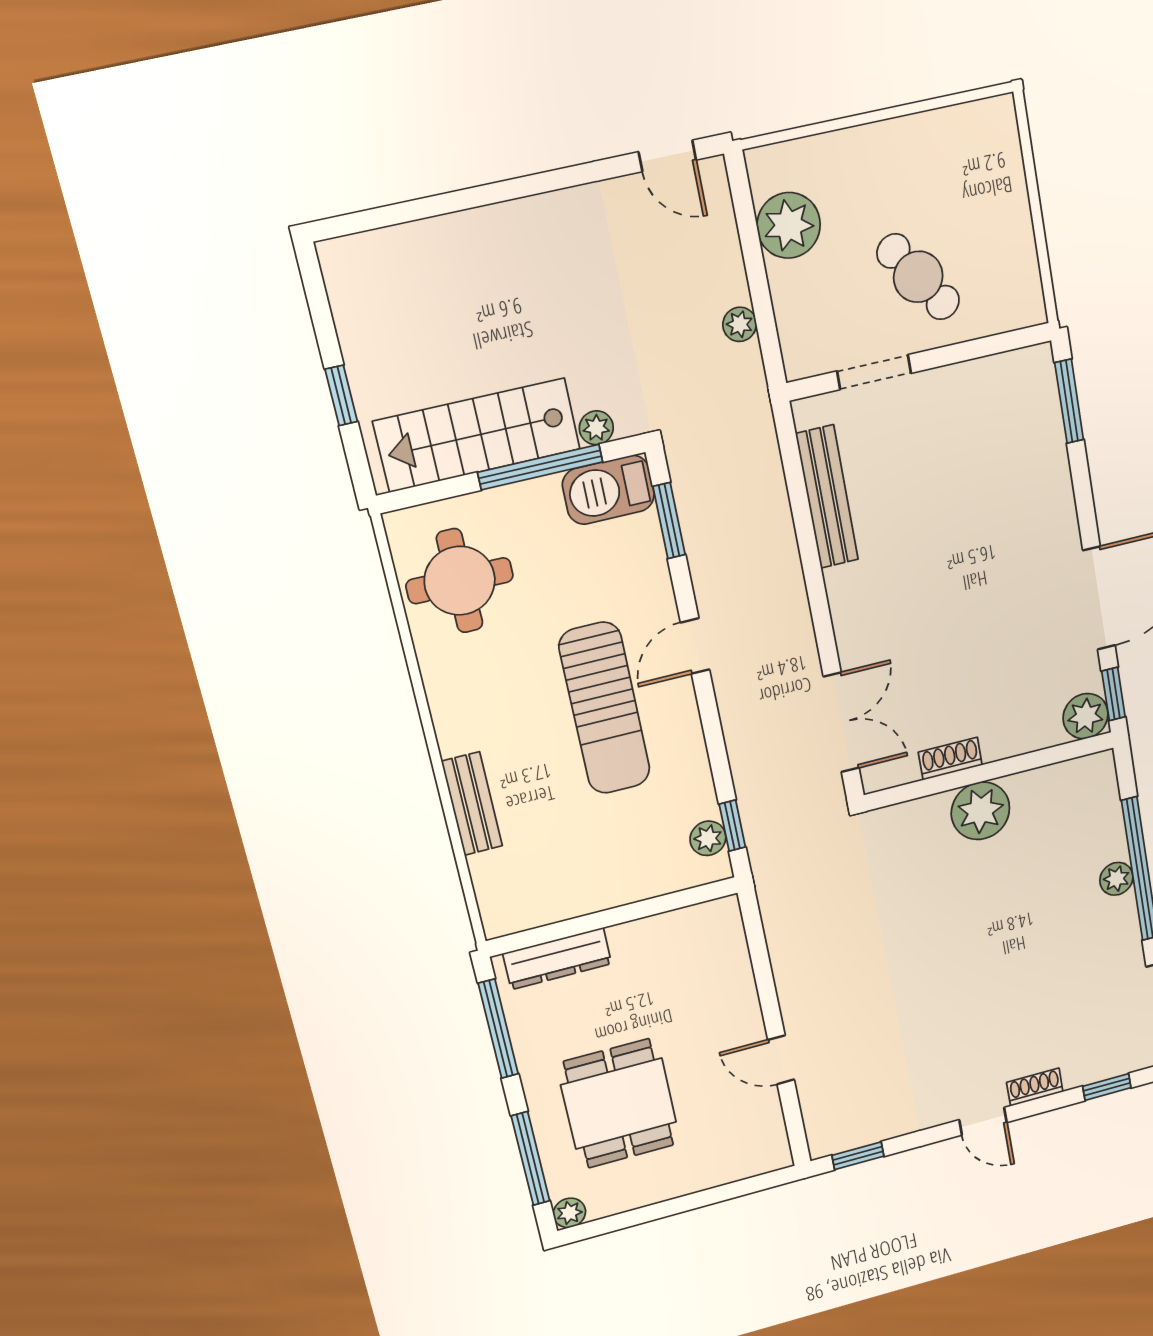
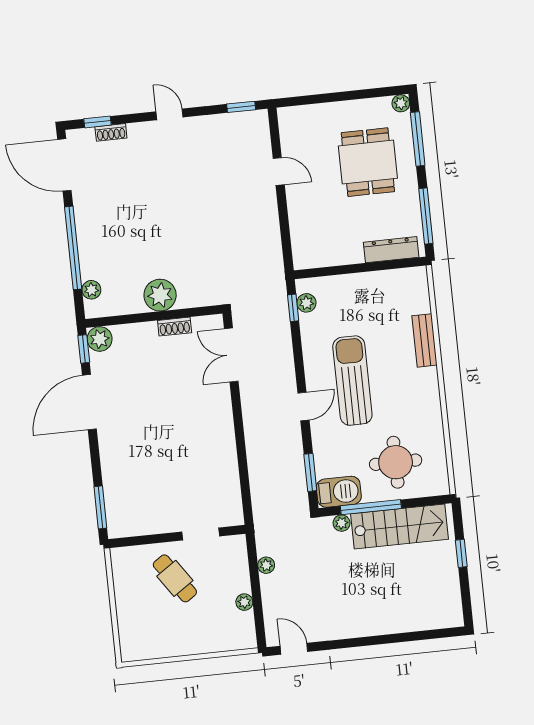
plant: (789, 225) -> (244, 602), width x0.53, depth x0.53
bench: (827, 497) -> (229, 474), removed
round table: (460, 581) -> (396, 462), moved
plant: (1116, 879) -> (91, 290), moved
shoe rack: (1035, 1087) -> (111, 132), moved

